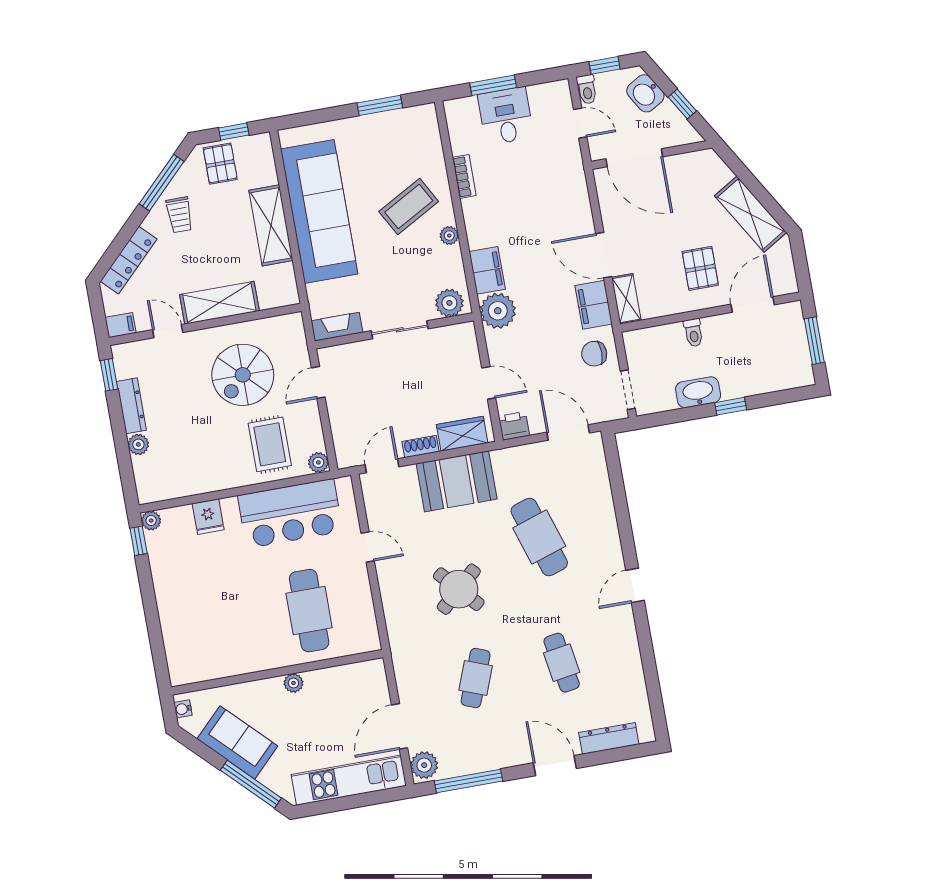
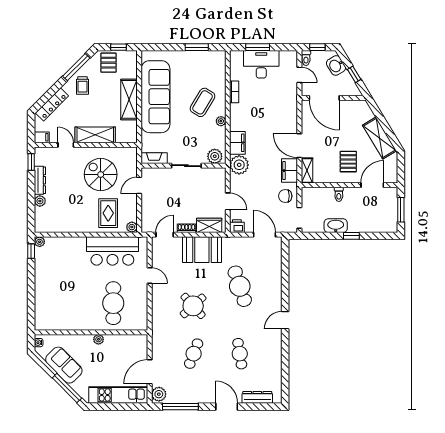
desk: (506, 116) -> (261, 64), width x1.37
coffee table: (409, 207) -> (202, 102), turned -30
spiral stairs: (243, 375) -> (101, 175), turned 90
fridge: (208, 517) -> (70, 245), removed

